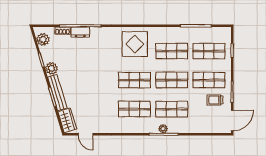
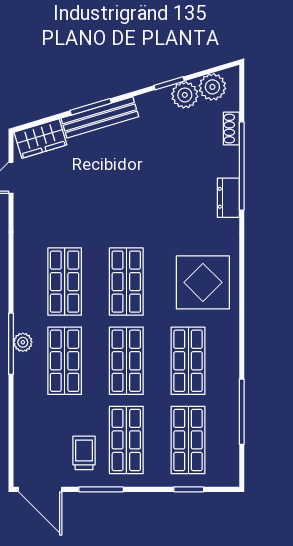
dresser: (80, 32) -> (228, 198), moved
plant: (51, 68) -> (185, 95), moved

